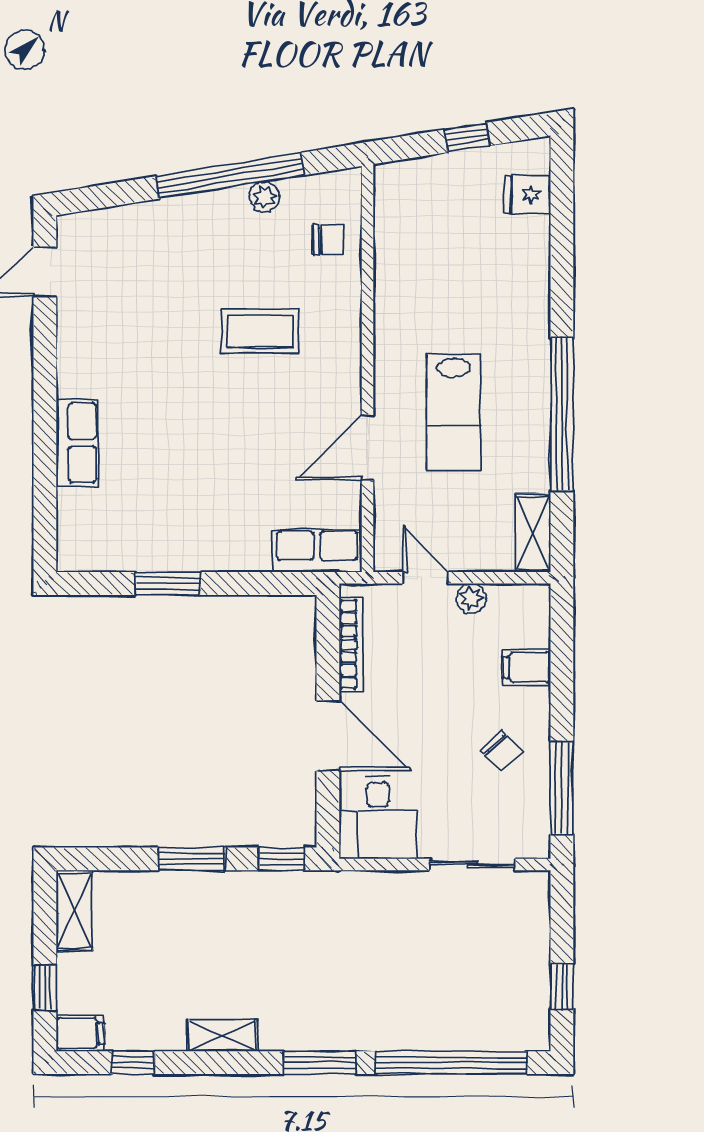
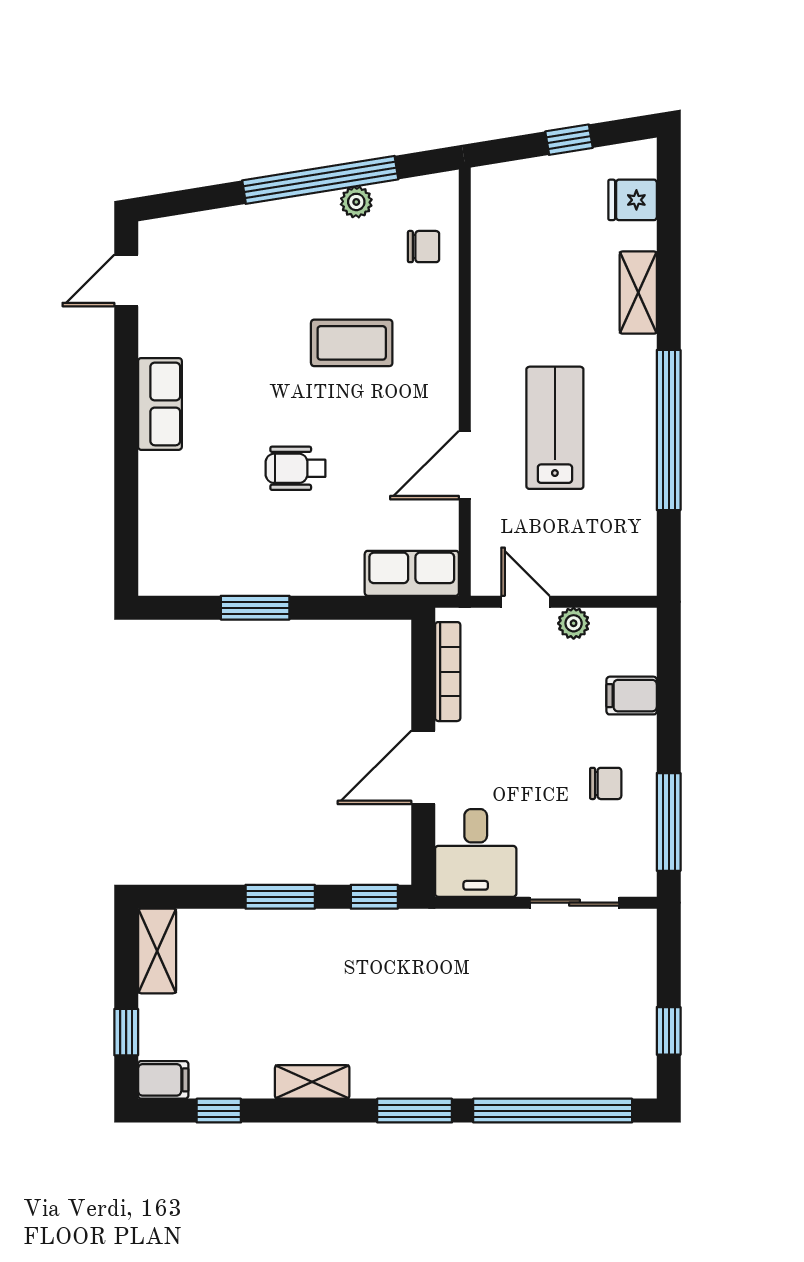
lab bench: (453, 412) -> (555, 428), turned 180
row of seats: (77, 443) -> (160, 404), moved
wheelchair: (206, 451) -> (295, 468), added
shelving: (533, 533) -> (638, 293), moved
door: (328, 736) -> (423, 767), swing flipped
chair: (502, 751) -> (606, 783), turned -47

